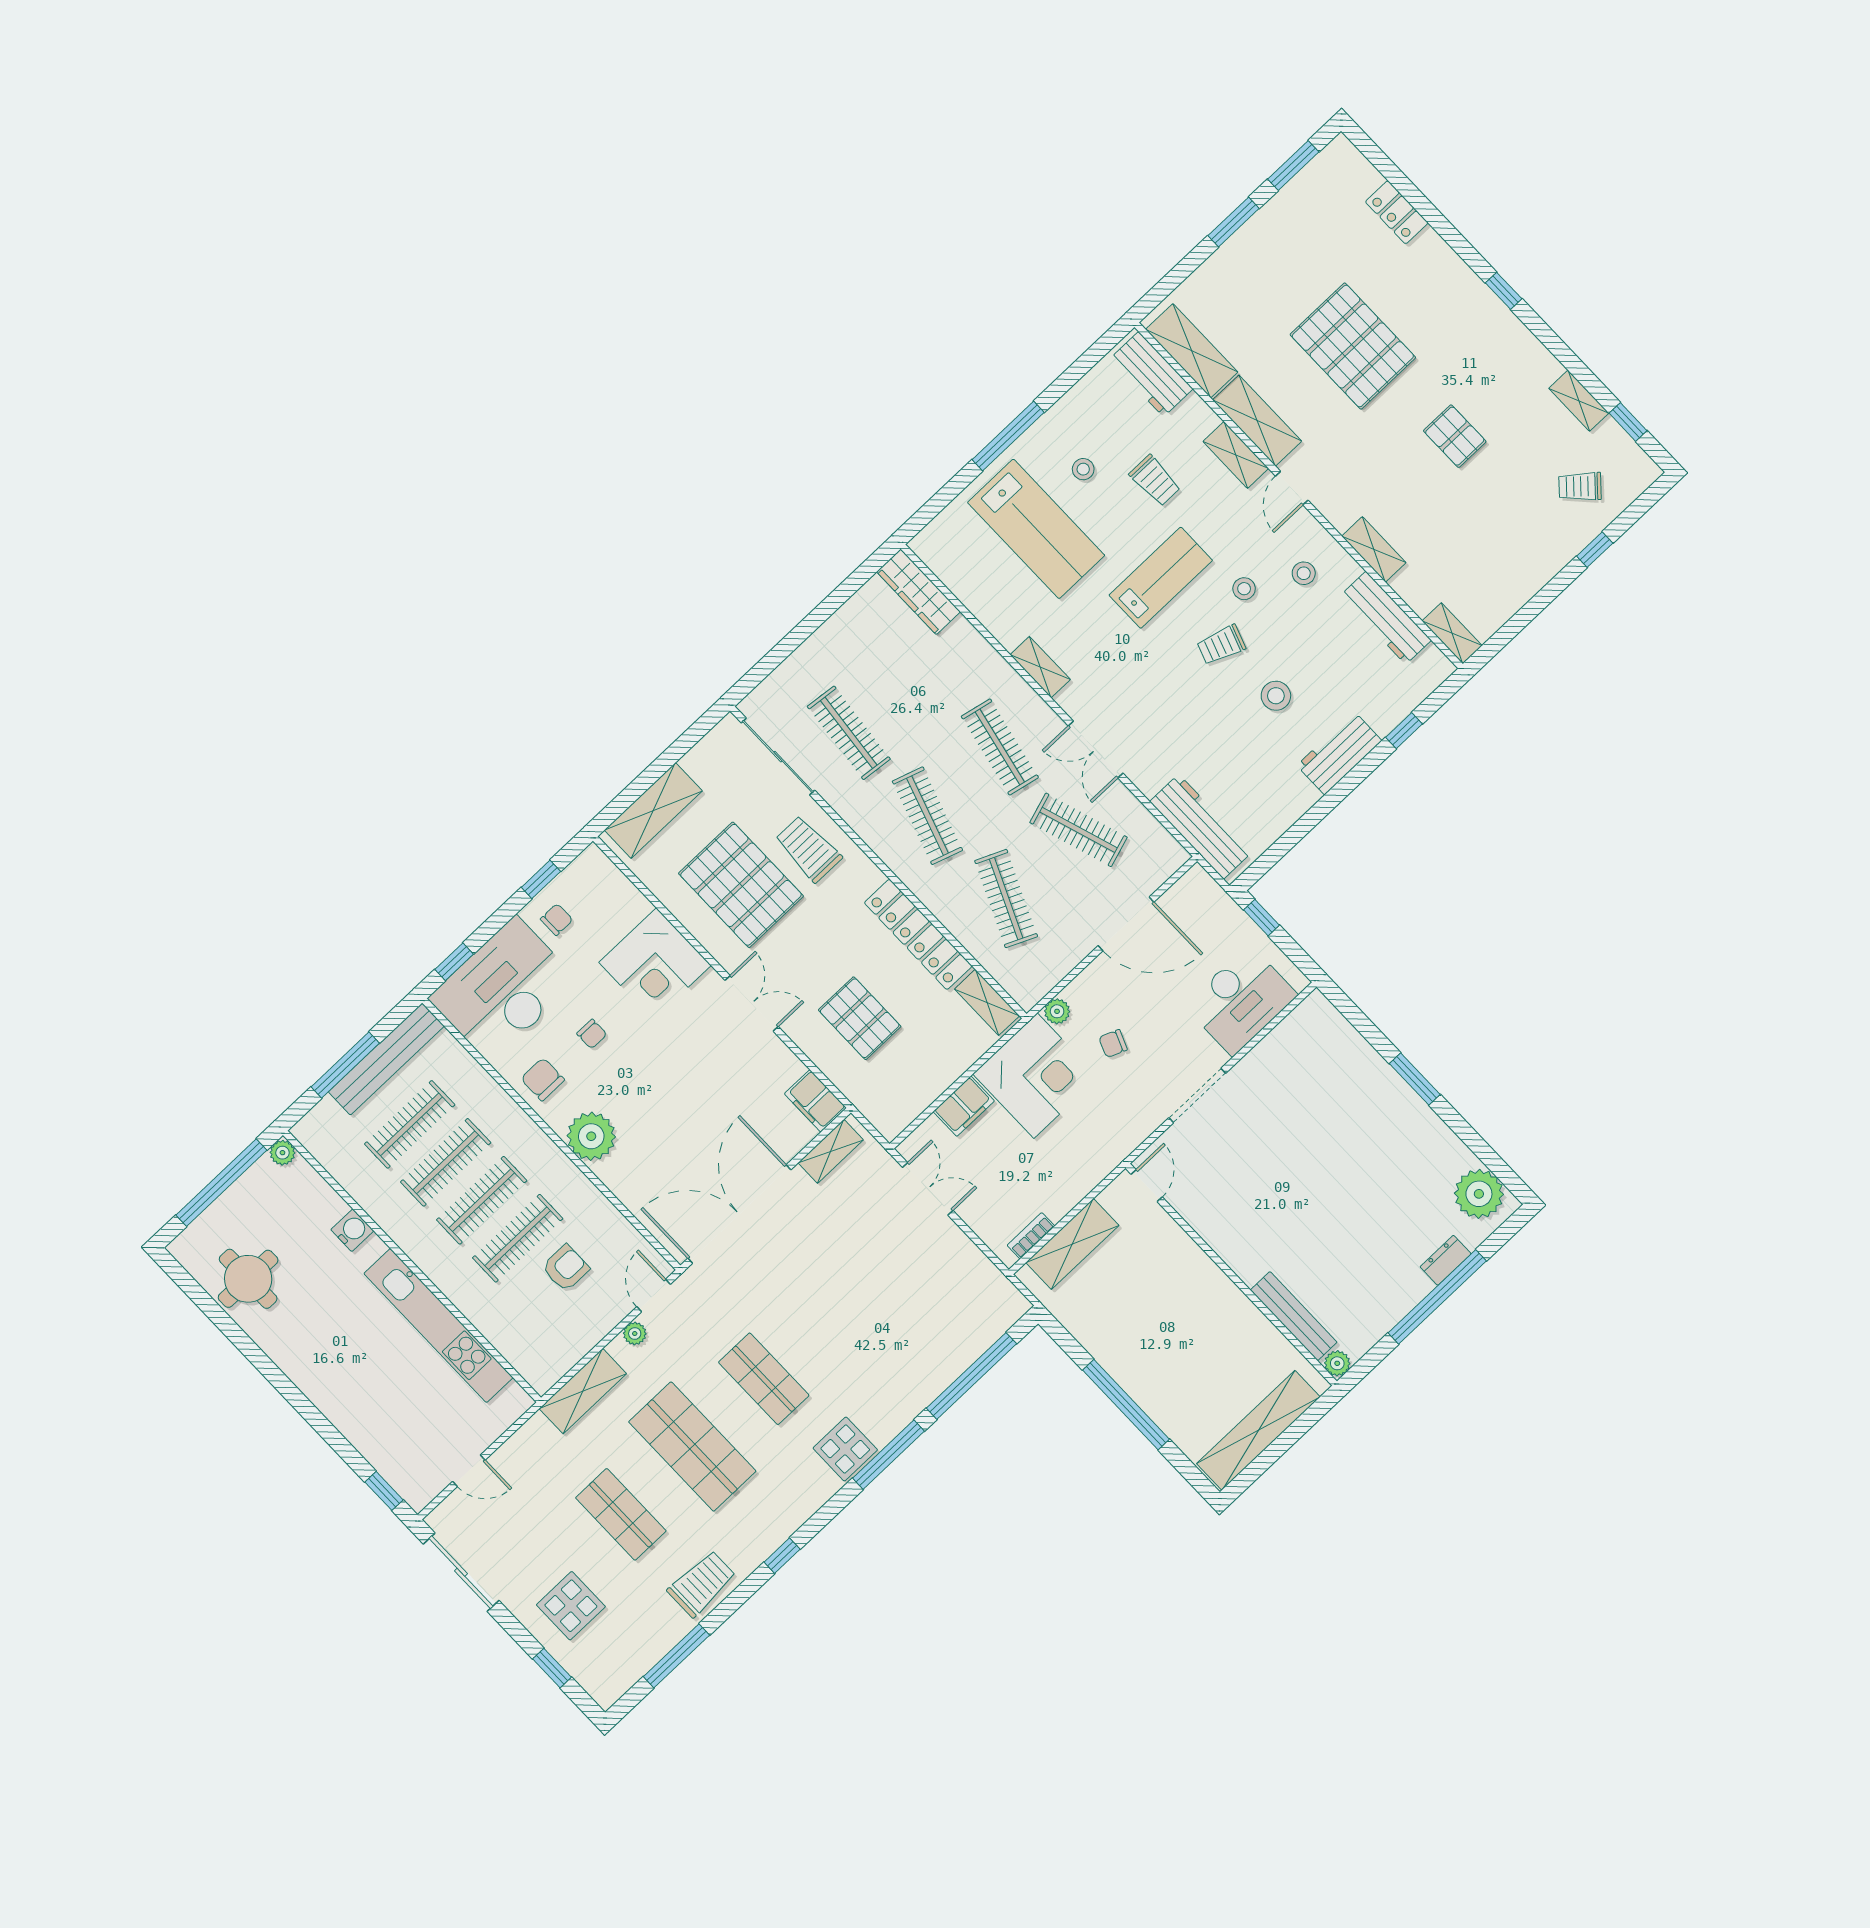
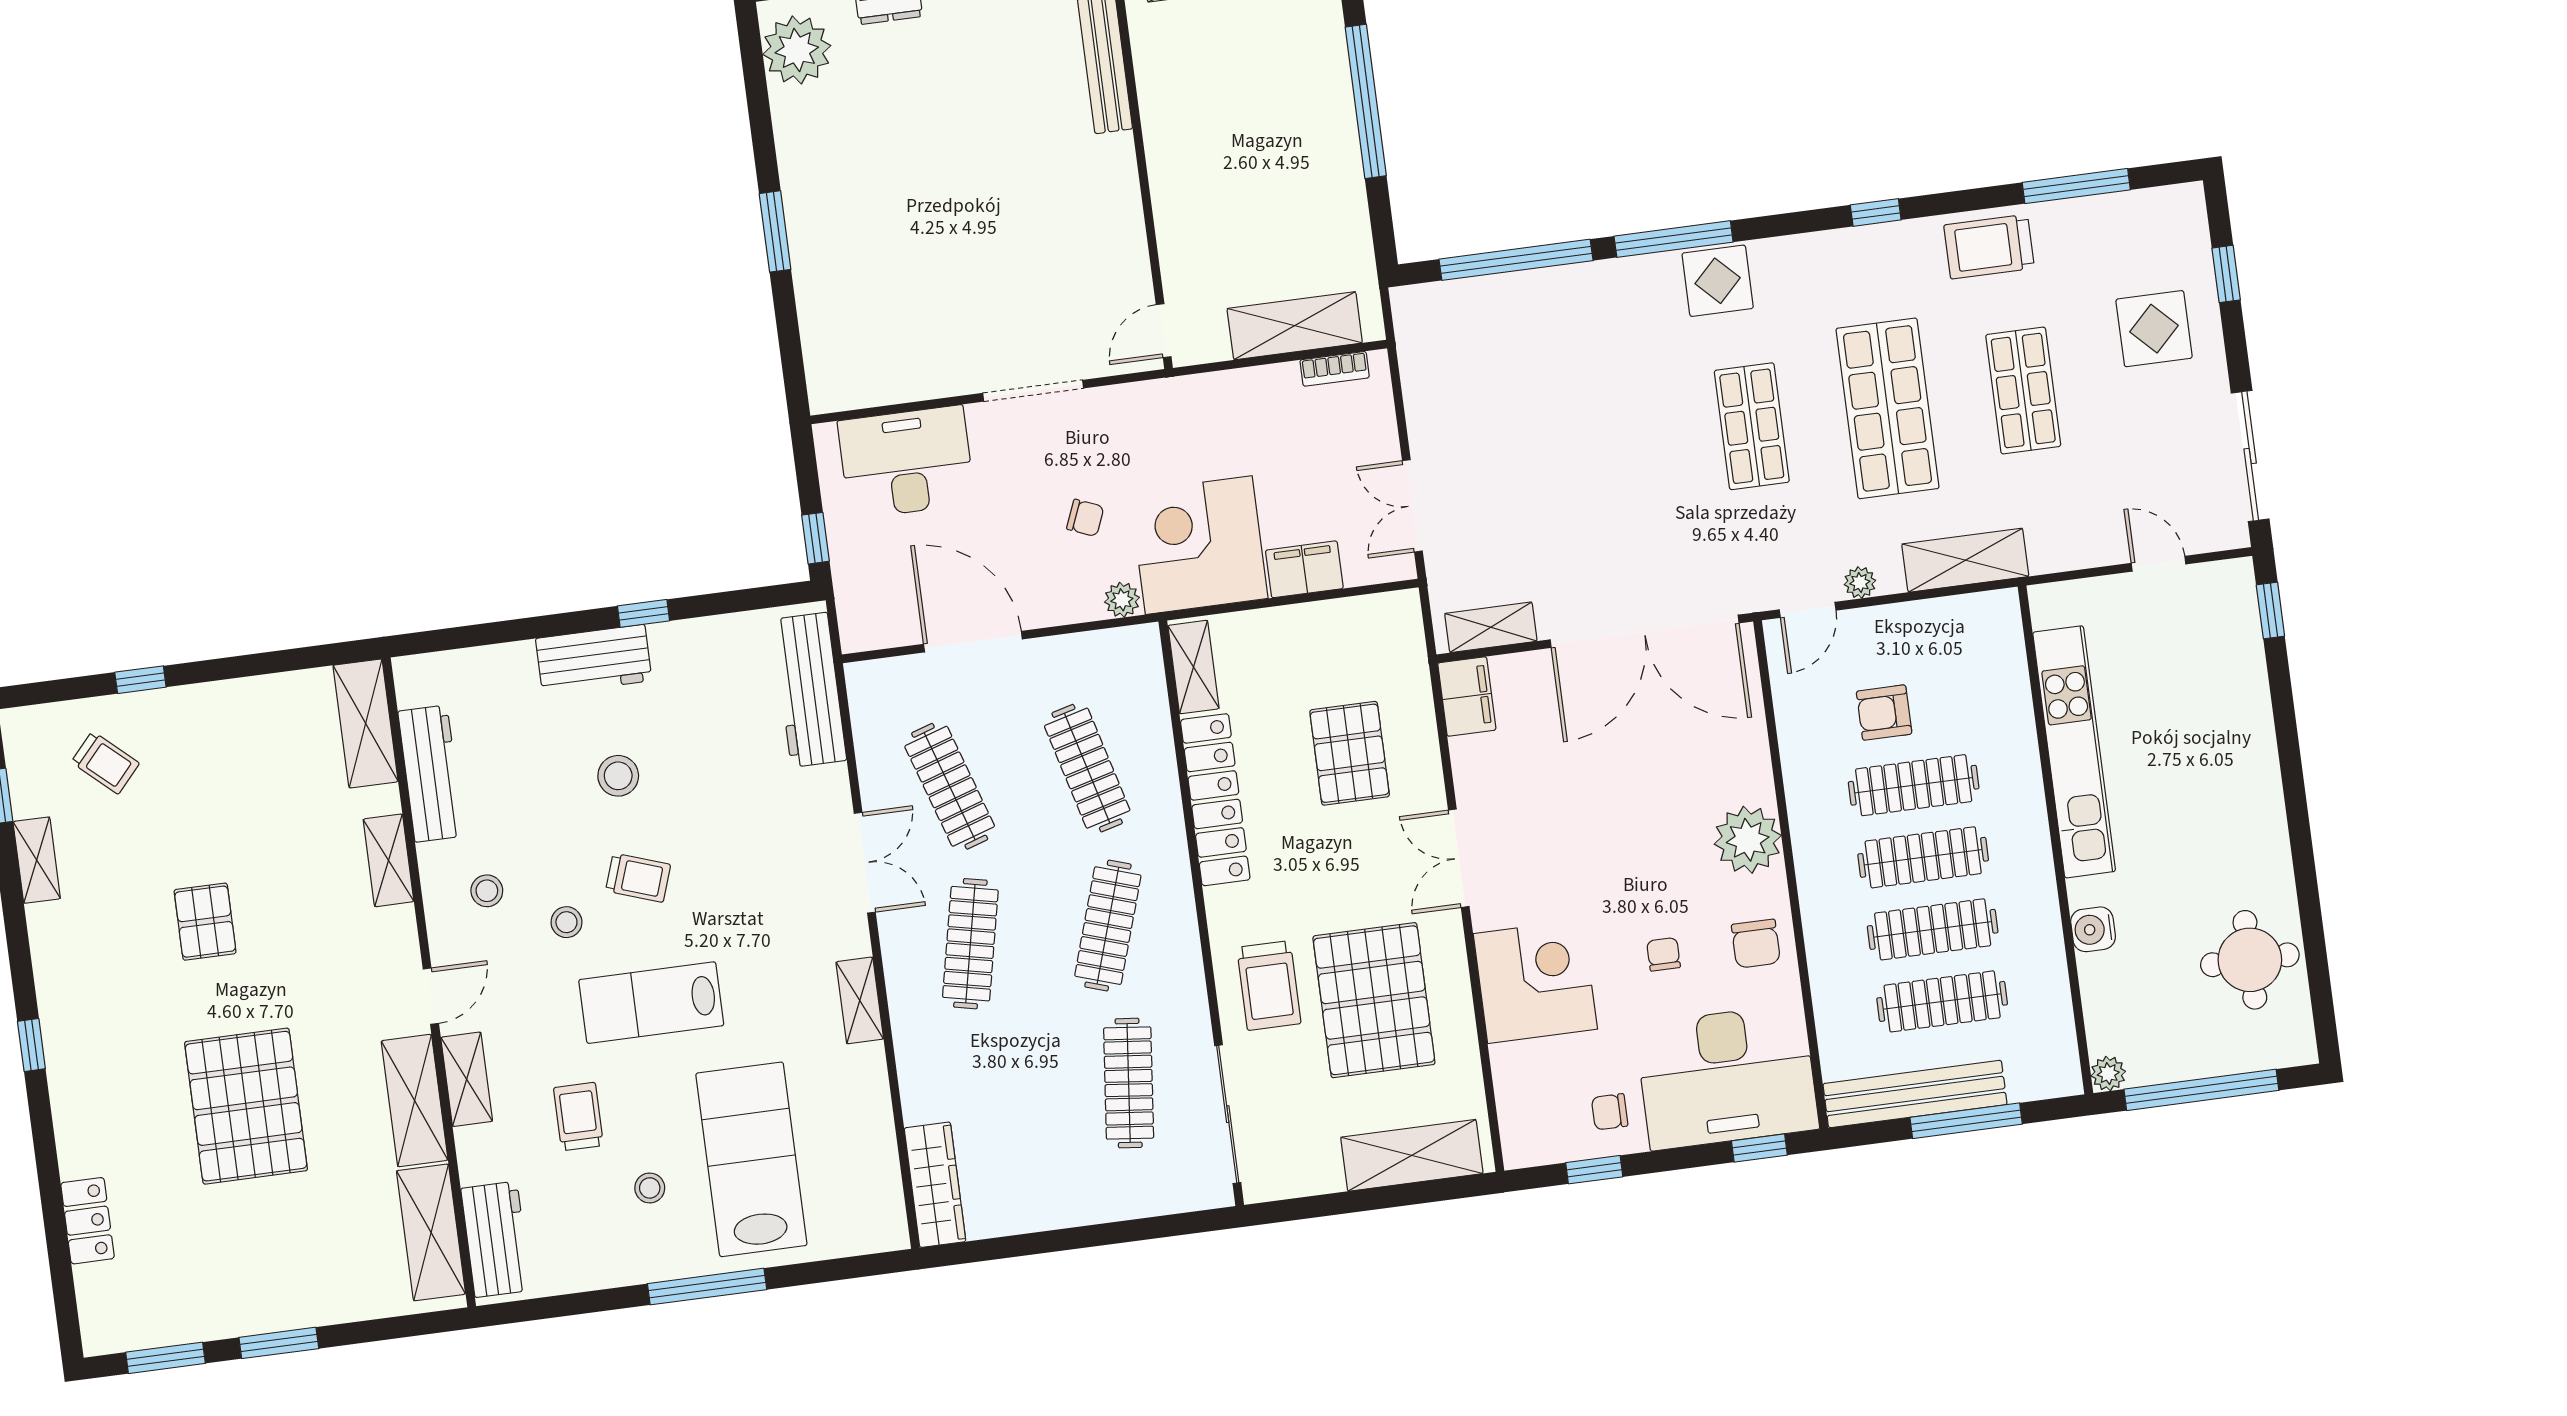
shelving: (1452, 633) -> (366, 723), width x1.50, depth x1.33
window: (1404, 731) -> (643, 613), moved
clothes rail: (1006, 899) -> (1087, 768), turned -39

